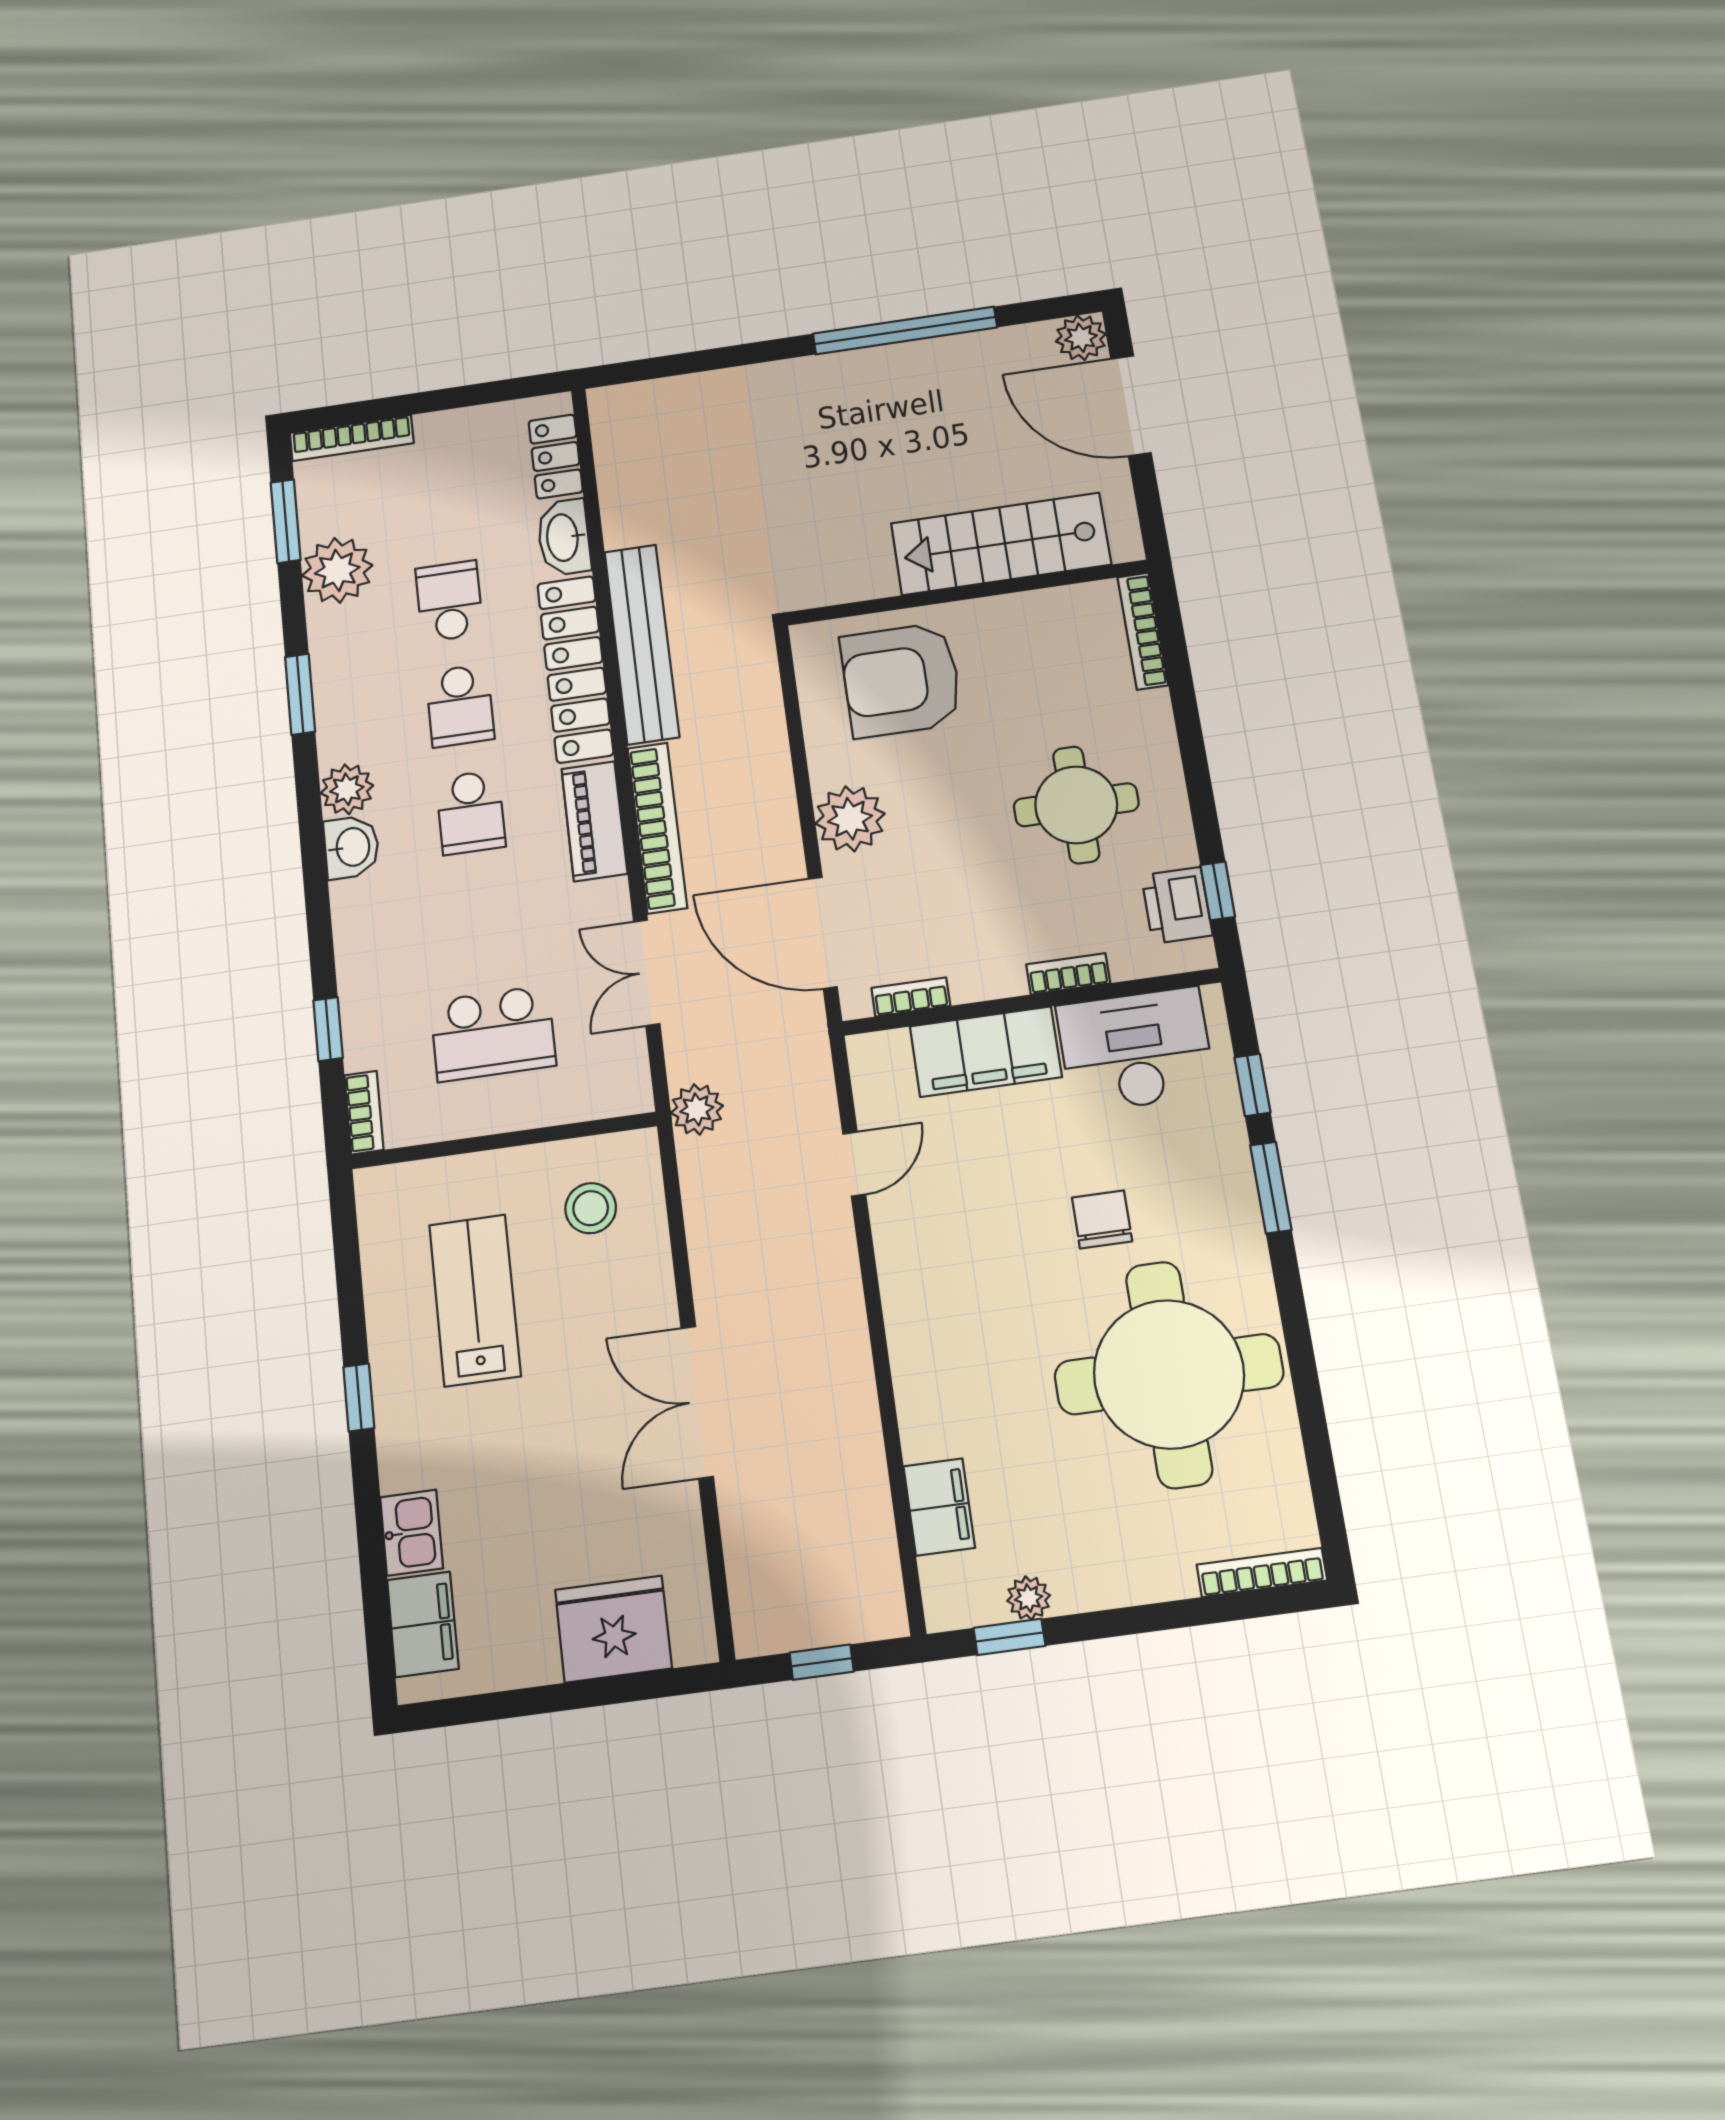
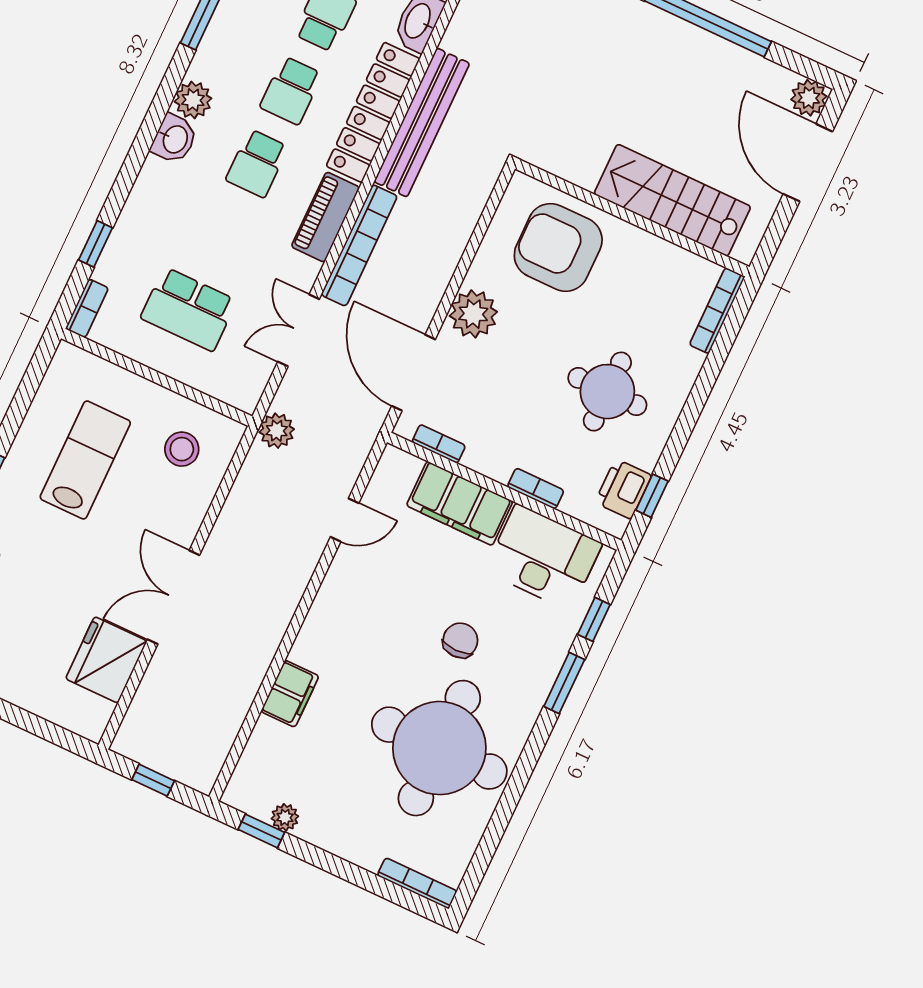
filing cabinet: (939, 1507) -> (290, 694), moved
fridge: (613, 1629) -> (106, 660), moved, turned -90

